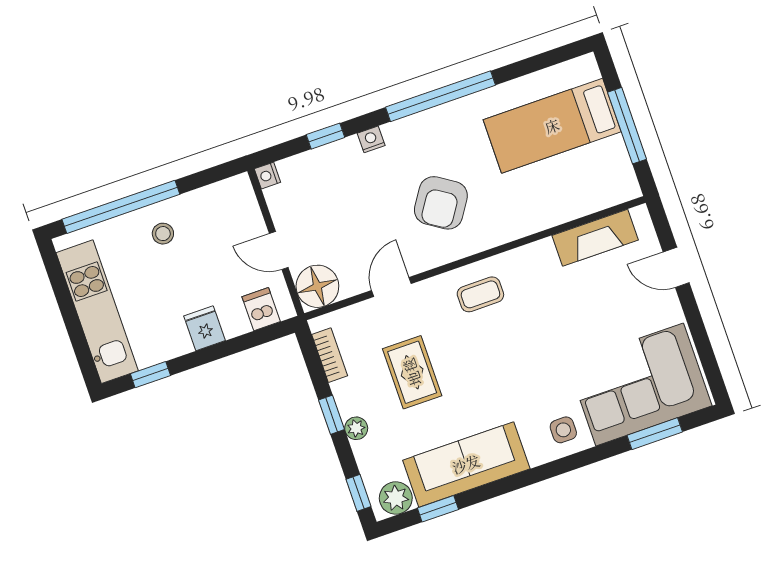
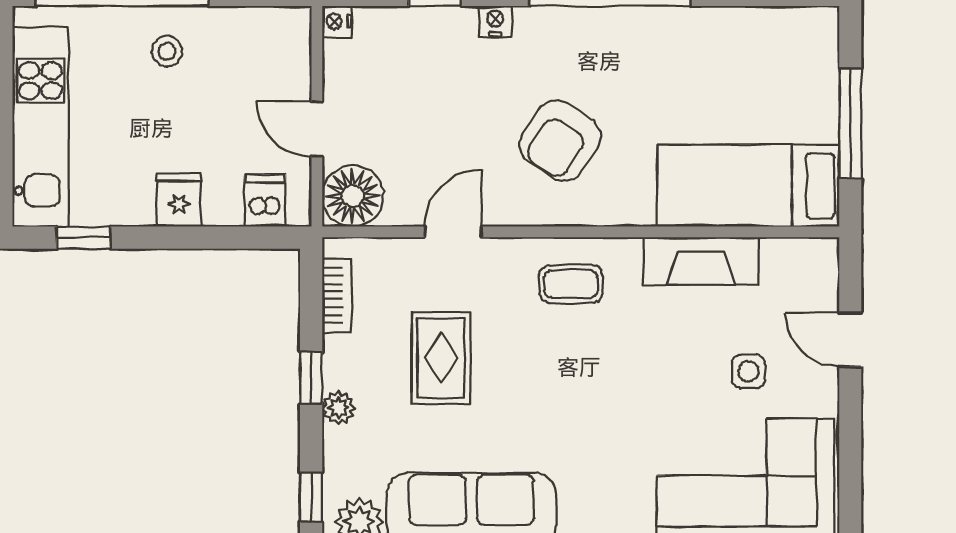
bed: (552, 126) -> (748, 186), moved
fireplace: (595, 238) -> (701, 261), moved
side table: (563, 430) -> (749, 372), moved

